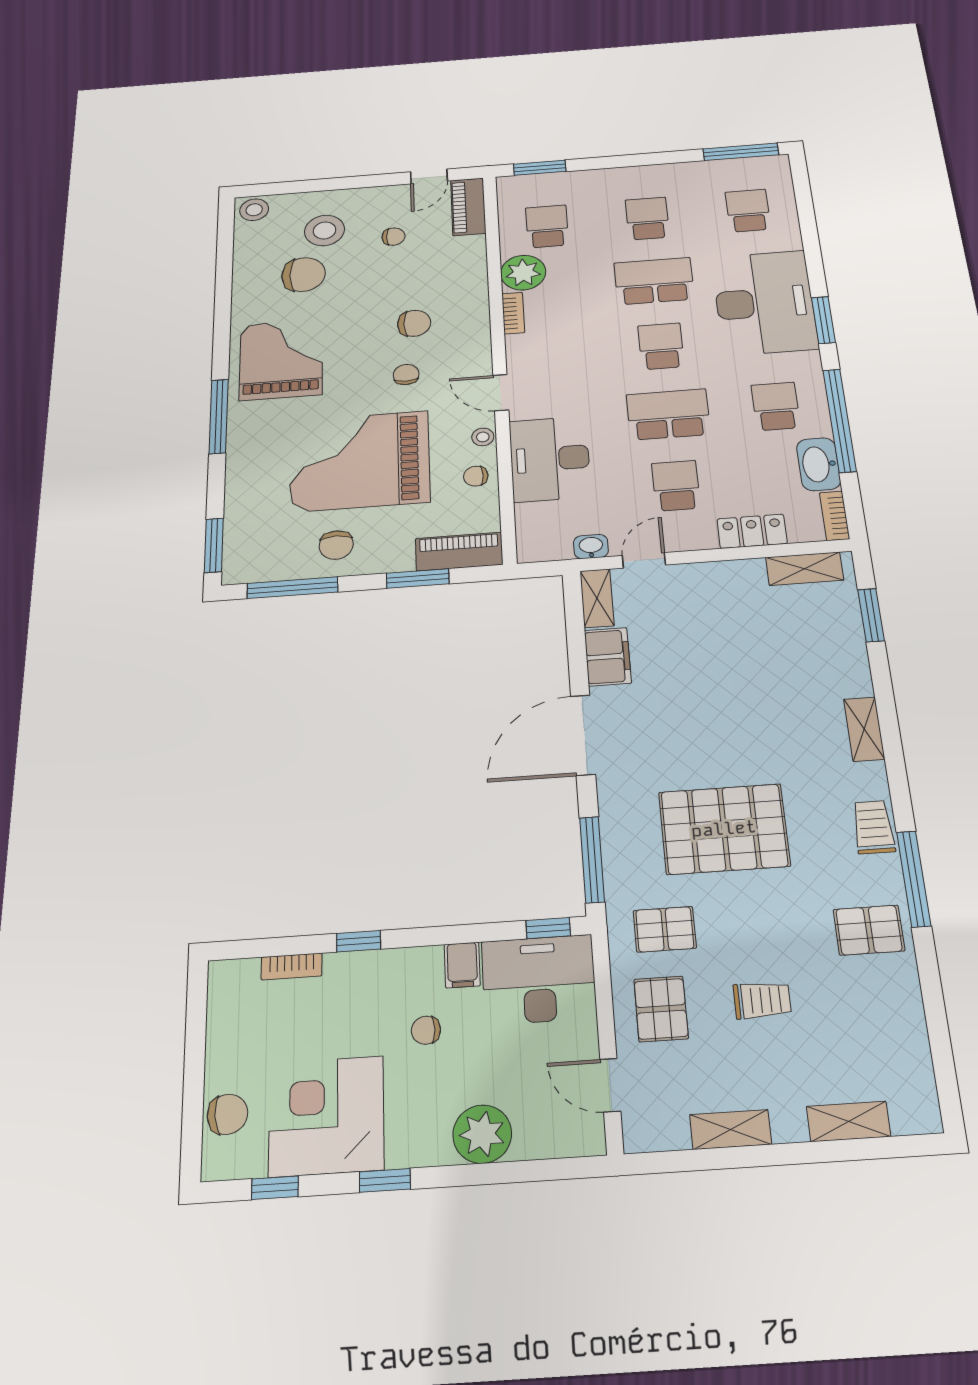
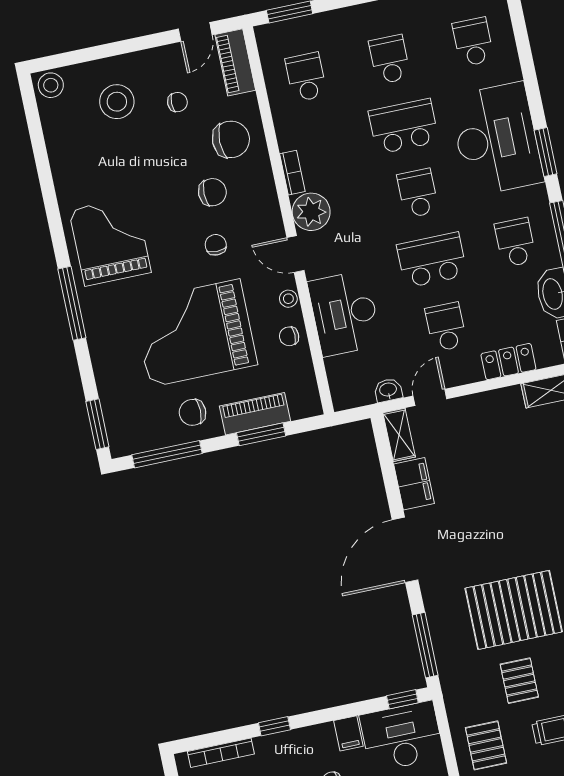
plant: (523, 273) -> (311, 212), moved
chair: (304, 275) -> (231, 139), moved
chair: (336, 545) -> (193, 412), turned 90
piano: (459, 552) -> (255, 414), moved
pallet: (665, 929) -> (519, 681), moved, turned 90
bookcase: (292, 966) -> (221, 753), width x1.56

